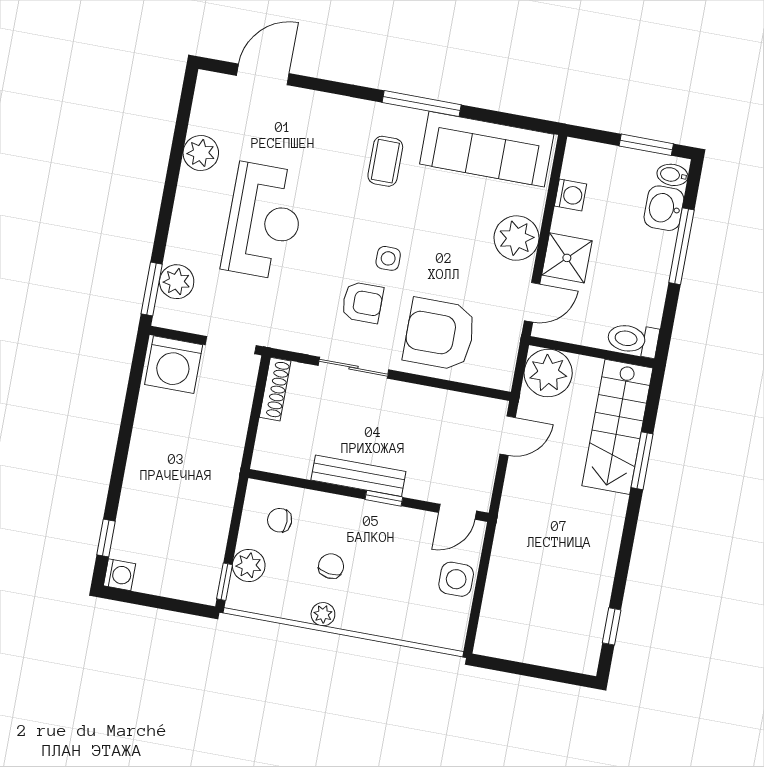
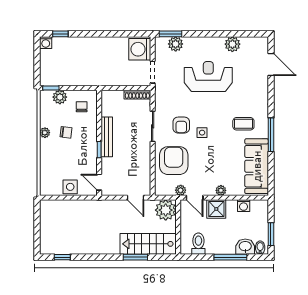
reception desk: (264, 221) -> (208, 77), turned 180
plant: (516, 238) -> (221, 190), width x0.53, depth x0.53
plant: (510, 331) -> (181, 190), added
toilet: (633, 340) -> (198, 244), moved

